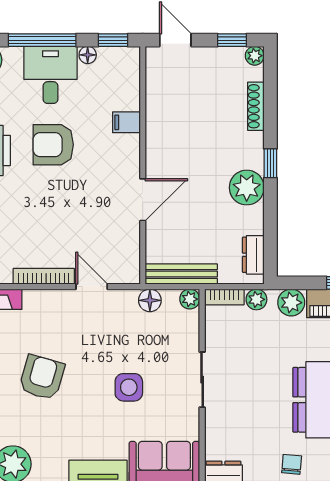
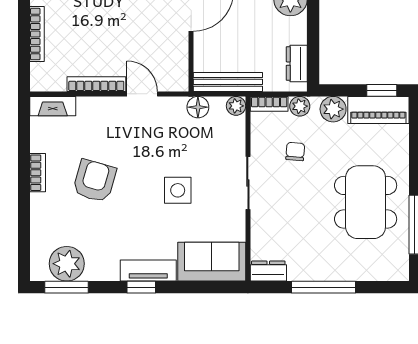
chair: (292, 464) -> (295, 152), moved

